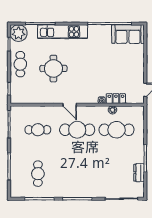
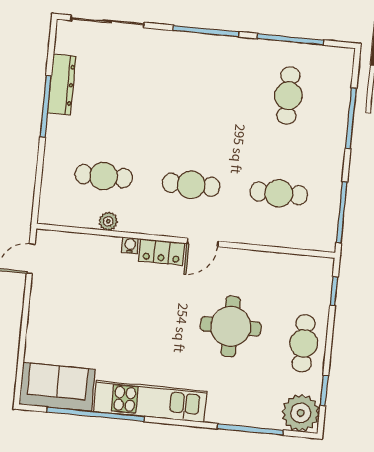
kitchen unit: (63, 32) -> (150, 401), moved
locker: (116, 99) -> (162, 252), moved
door: (70, 105) -> (203, 242), swing flipped
cafe table: (77, 130) -> (191, 185), width x0.73, depth x0.74
cafe table: (116, 130) -> (104, 176), width x0.73, depth x0.74
dresser: (139, 173) -> (62, 84), width x1.44

